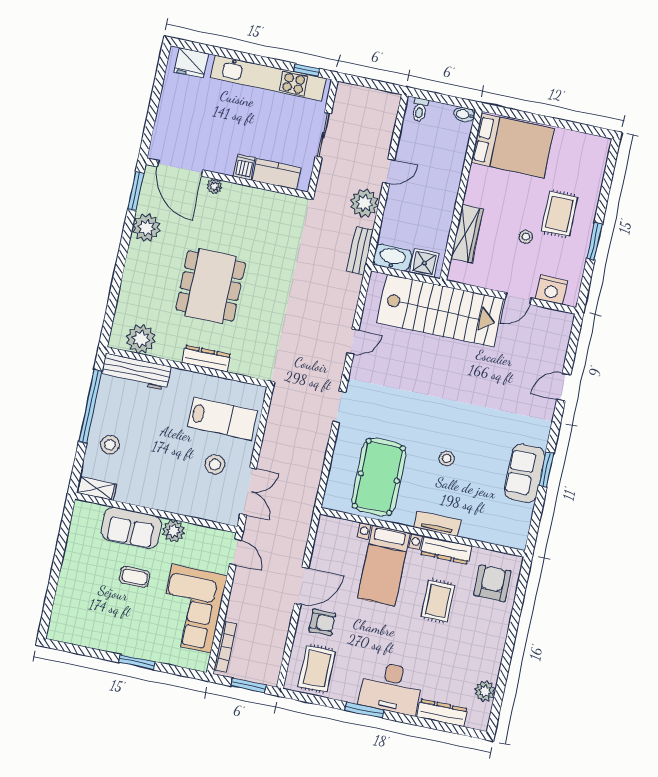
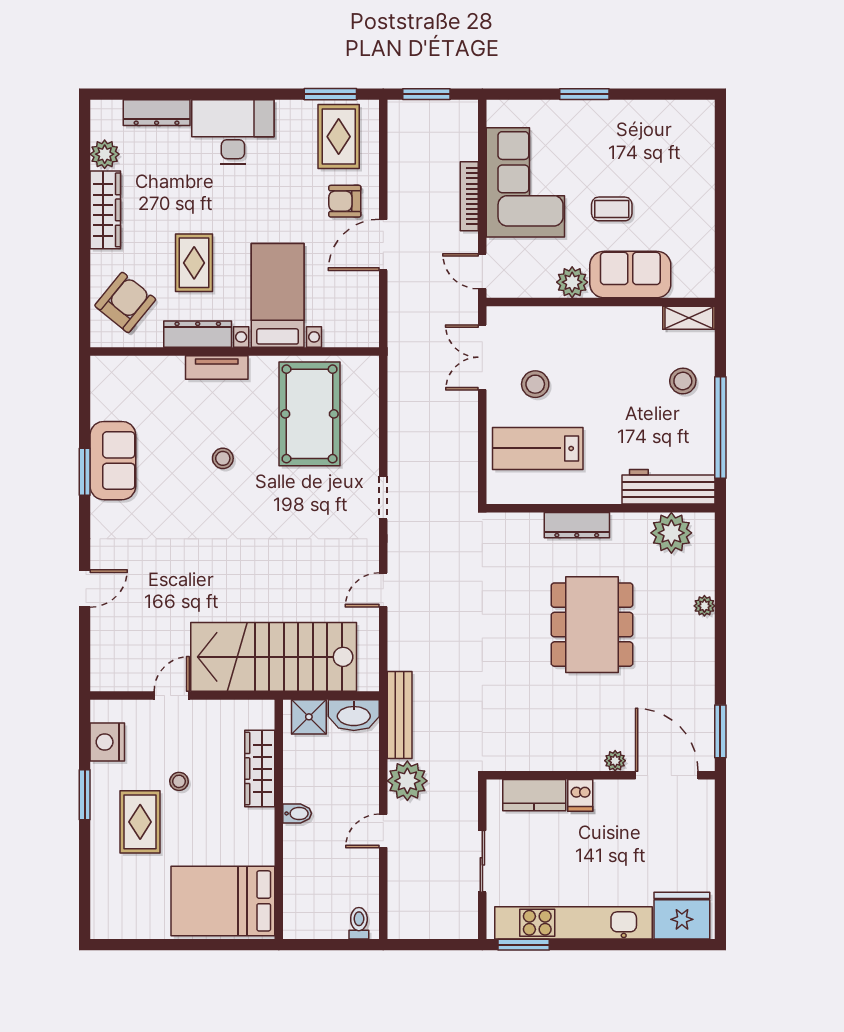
fridge: (191, 63) -> (682, 916), width x1.36, depth x1.34
window: (306, 70) -> (524, 945), width x1.50
bidet: (464, 115) -> (297, 813), moved
plant: (146, 228) -> (704, 606), moved, width x0.53, depth x0.53
bench: (360, 251) -> (400, 715), width x1.36
nightstand: (552, 290) -> (107, 742), moved, turned -90
armchair: (492, 583) -> (125, 302), turned -141
bookcase: (225, 647) -> (469, 196), moved
wardrobe: (493, 652) -> (105, 210), added
window: (364, 710) -> (330, 94), moved

